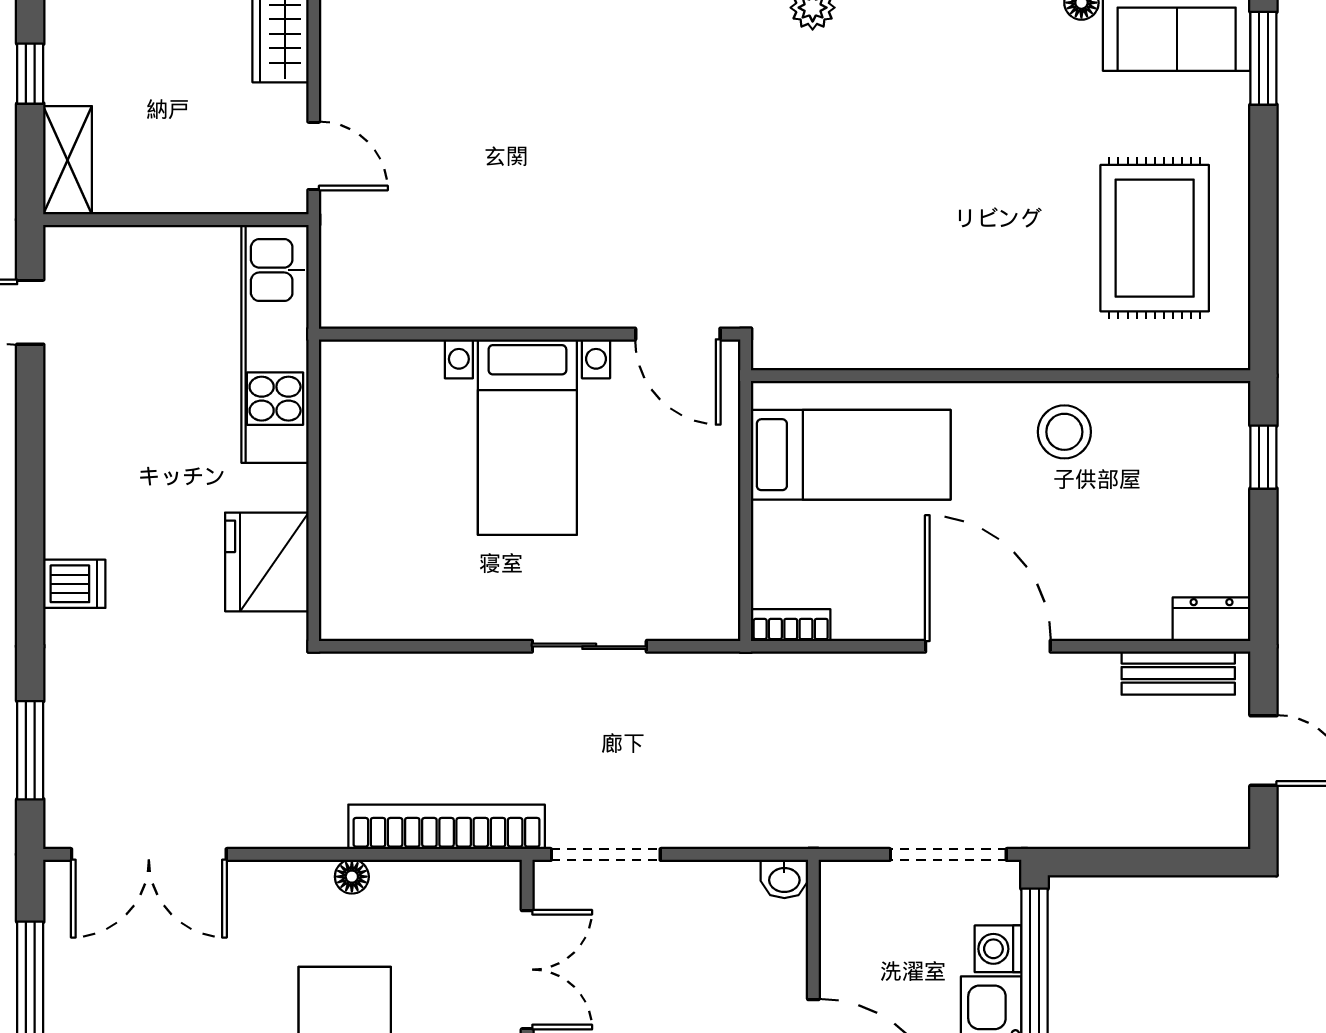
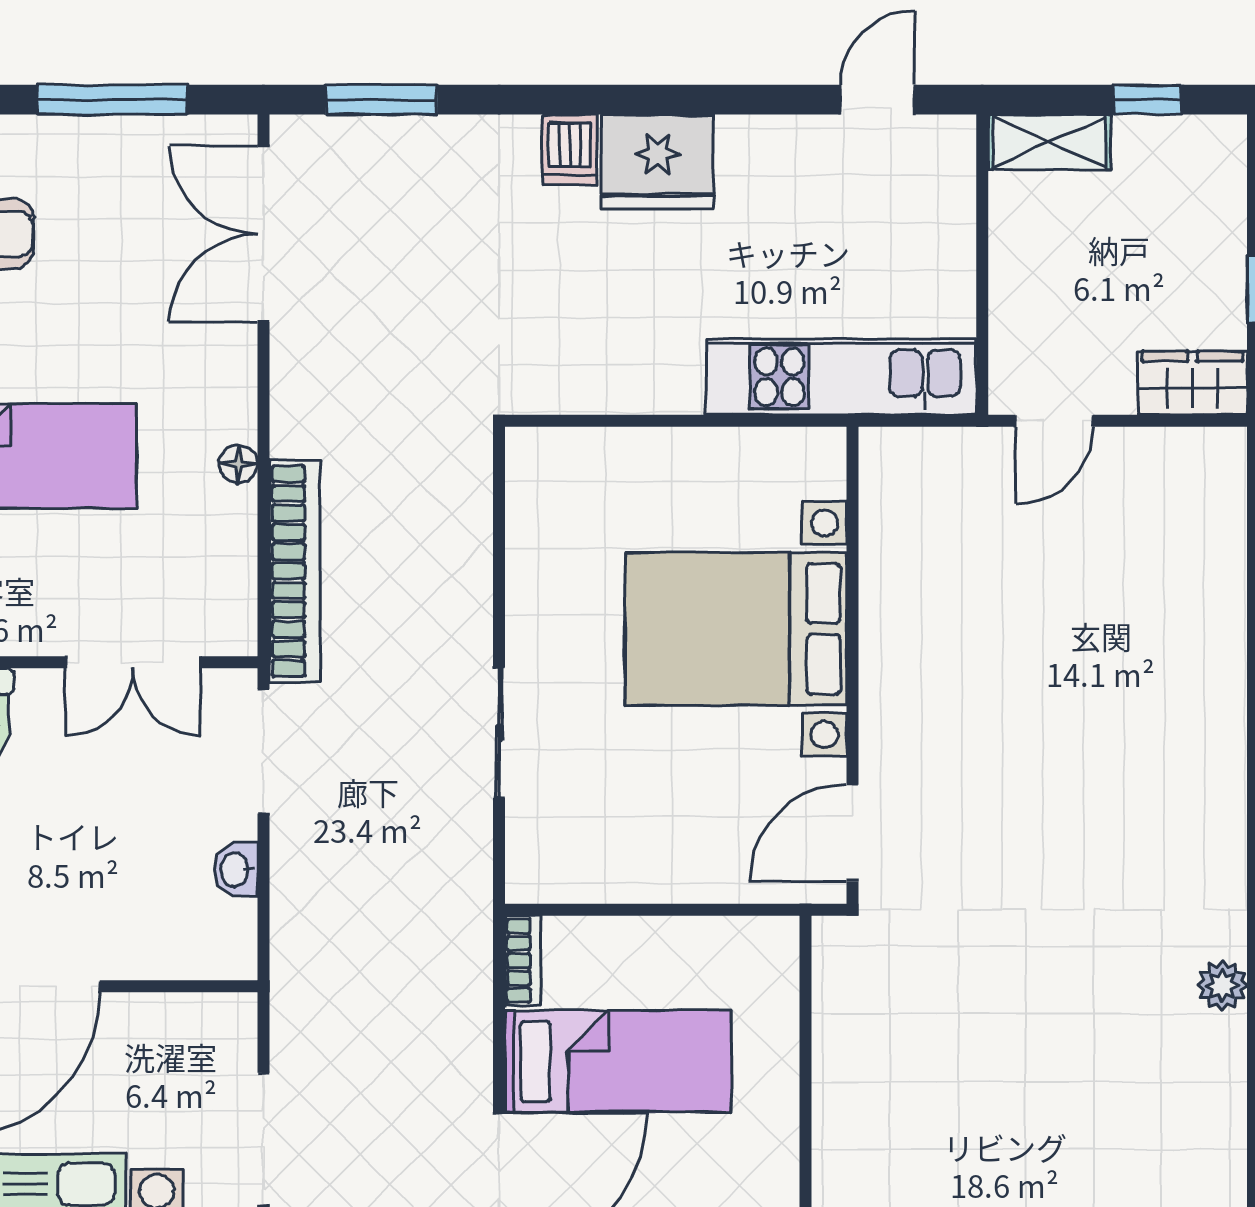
bed with nightstands: (527, 437) -> (736, 629), width x1.36
bed: (851, 455) -> (618, 1061), moved, turned -90
fridge: (267, 562) -> (658, 162), moved, turned 180
washbasin: (784, 879) -> (236, 870), moved

